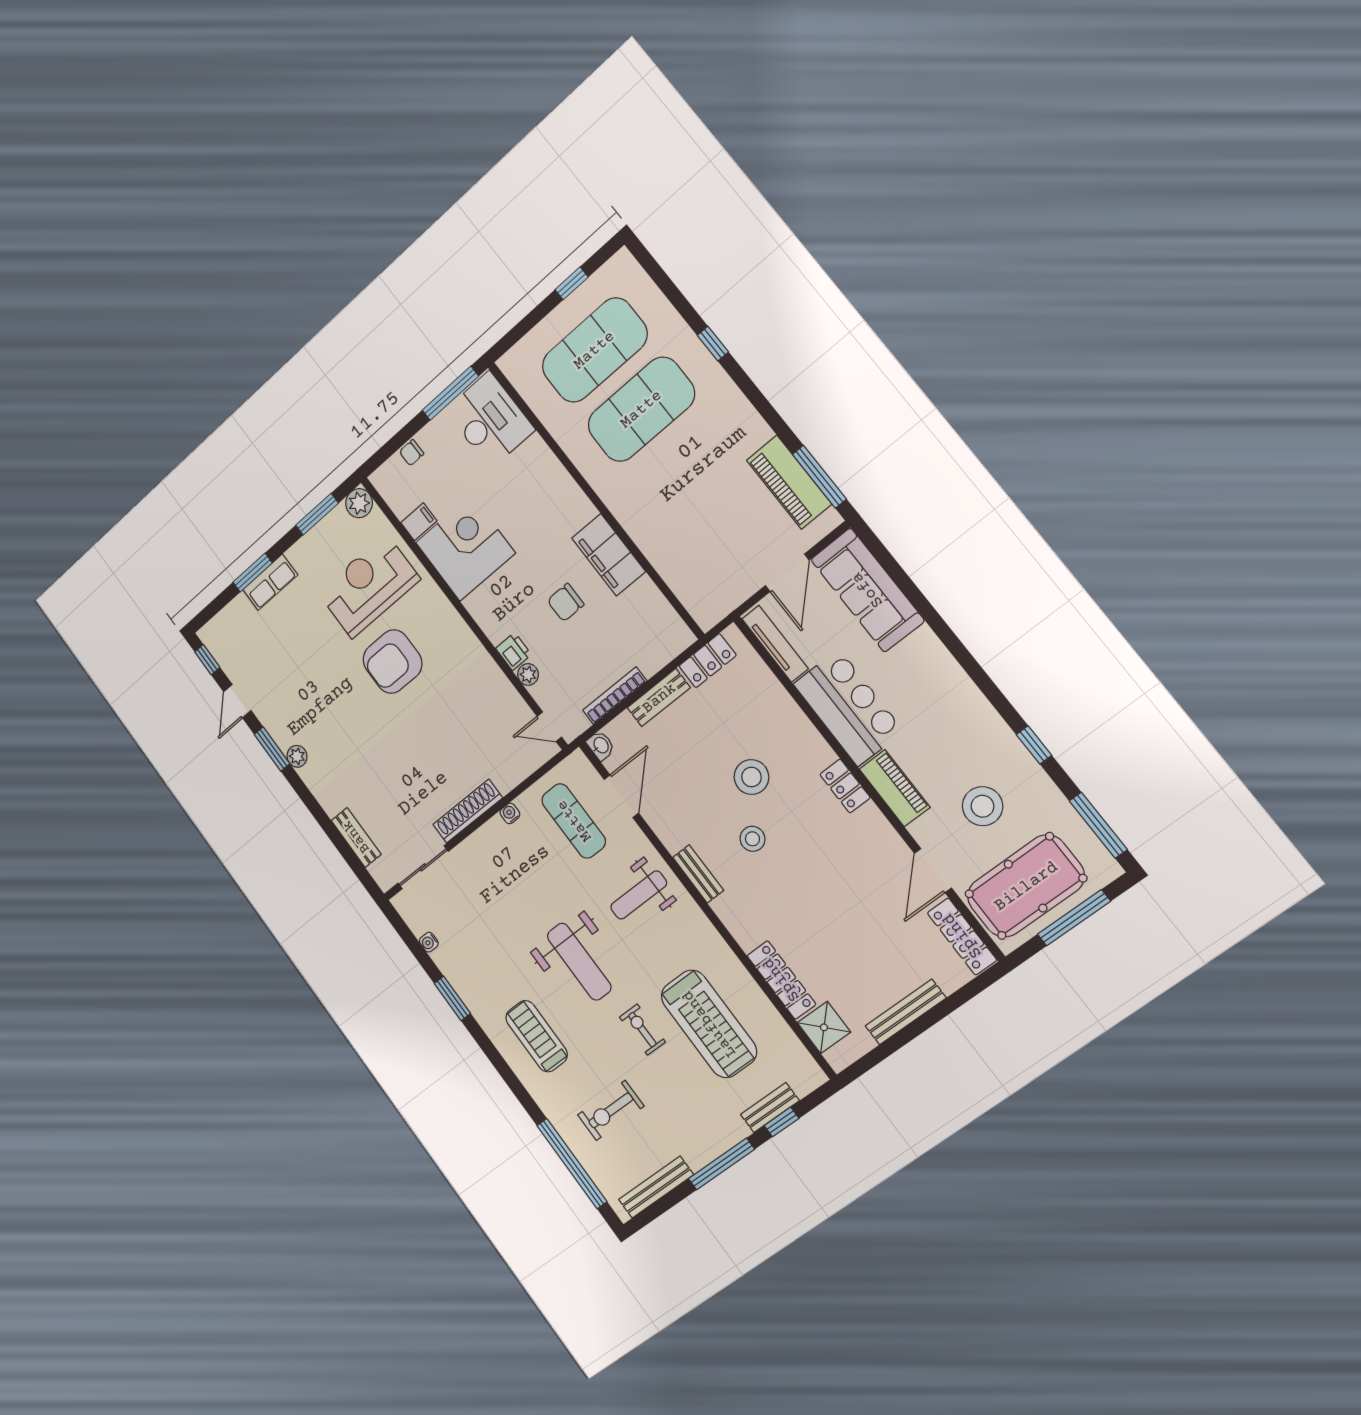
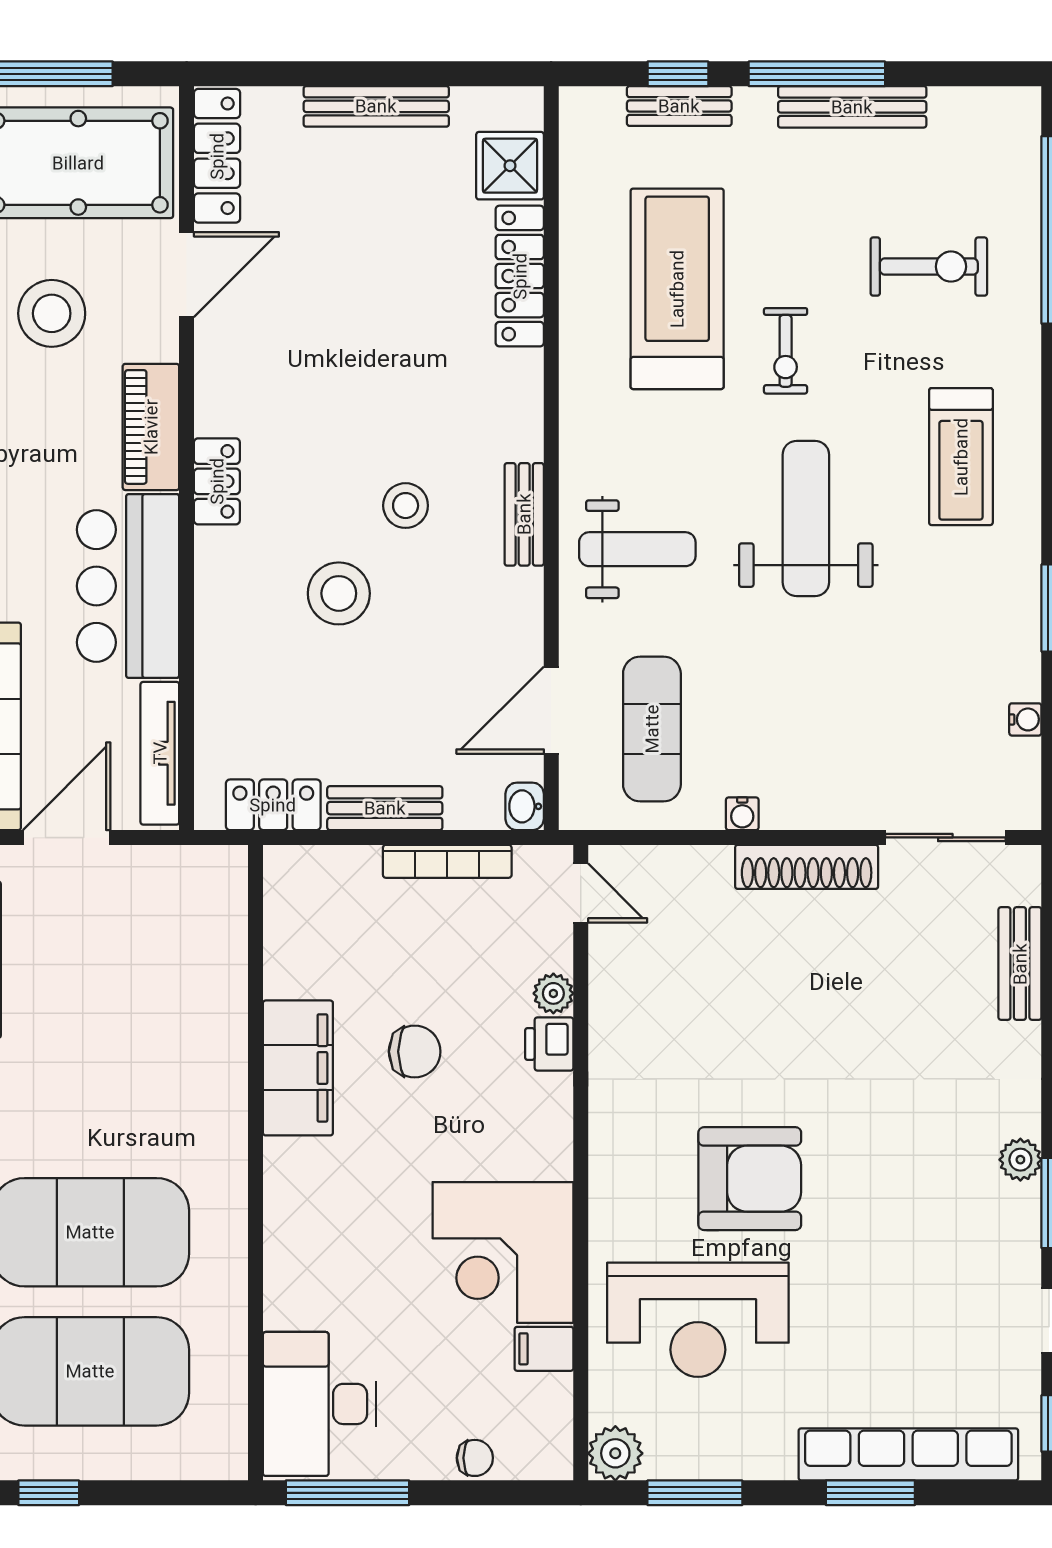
row of seats: (270, 582) -> (908, 1454), width x2.02
bench: (656, 1187) -> (852, 107), moved

